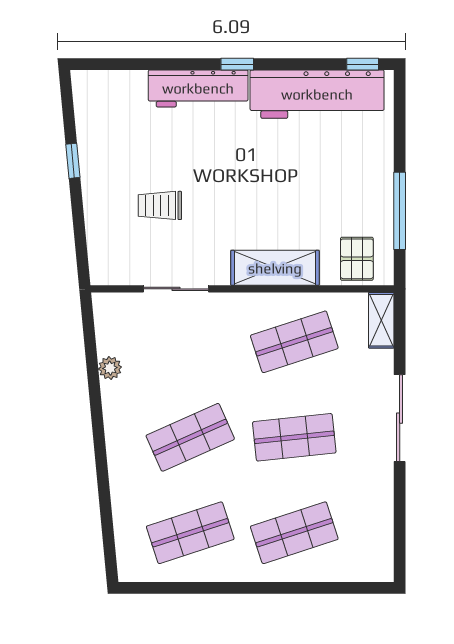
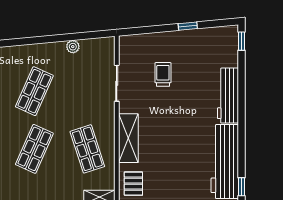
window: (237, 64) -> (241, 41), moved
pallet: (357, 259) -> (133, 184), turned 90
shop shelf: (190, 437) -> (34, 91), turned 48
shop shelf: (294, 437) -> (34, 149), turned 30

